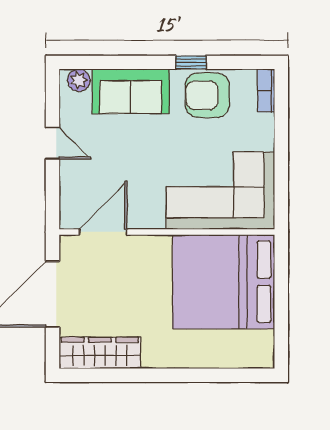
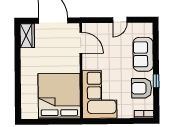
plant: (79, 80) -> (148, 31), removed
armchair: (207, 95) -> (142, 88), turned -90
wardrobe: (100, 353) -> (27, 36), width x0.67

